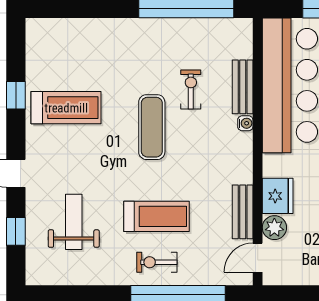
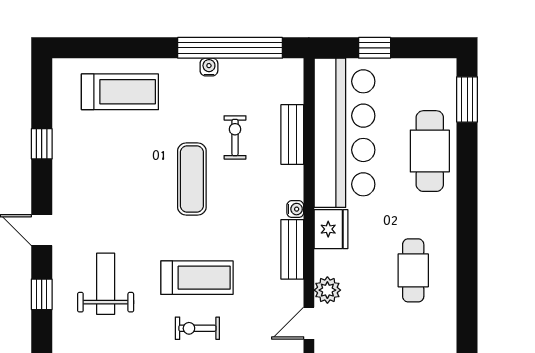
water cooler: (167, 26) -> (209, 67), added
treadmill: (66, 108) -> (120, 92), moved
water cooler: (245, 123) -> (295, 209), moved
fridge: (278, 196) -> (331, 229), moved
bench: (243, 212) -> (292, 249), moved

